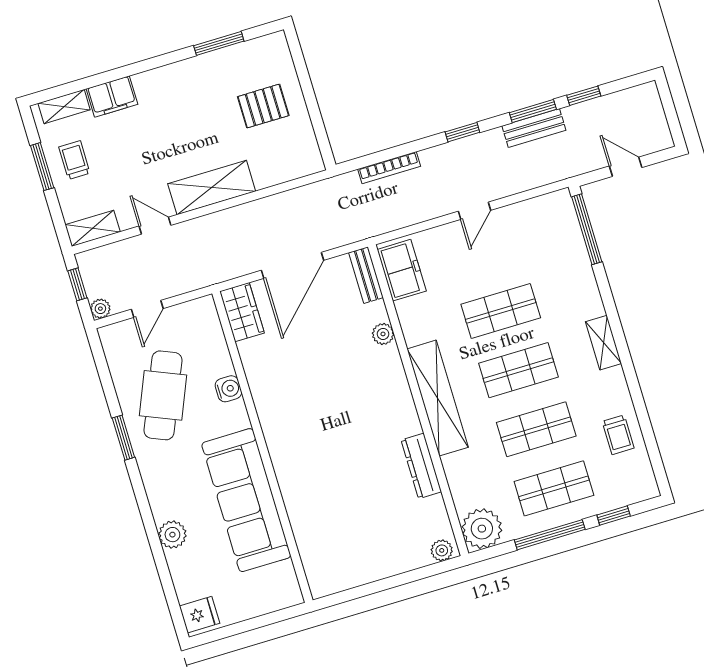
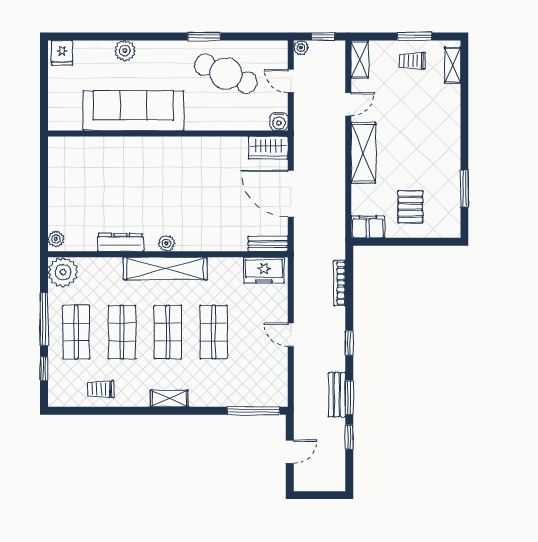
filing cabinet: (112, 97) -> (368, 227), moved, turned 90
trolley: (74, 160) -> (412, 61), turned 180
plant: (383, 334) -> (166, 243), moved
water cooler: (228, 389) -> (279, 122), moved

